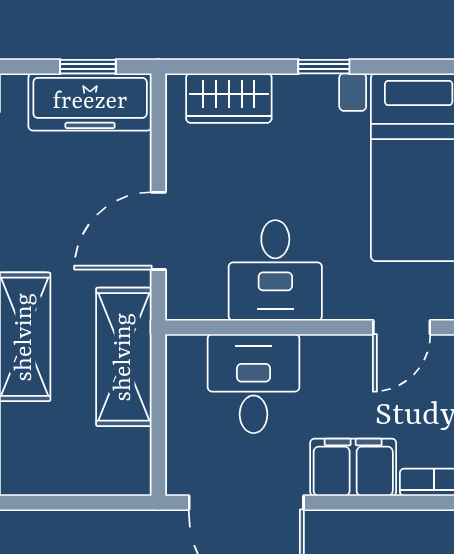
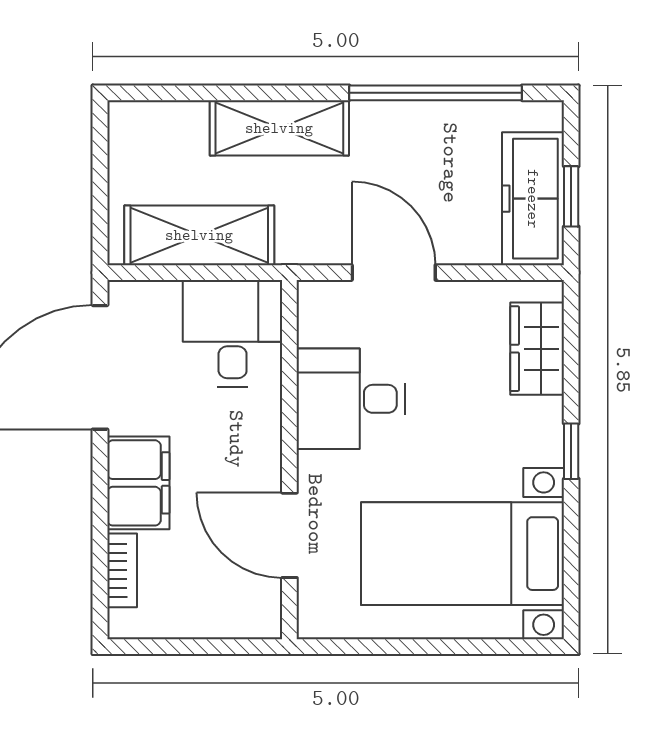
door: (402, 327) -> (289, 535), width x1.38
shelving: (124, 357) -> (199, 235), moved
desk: (254, 384) -> (233, 333), moved, turned -90

